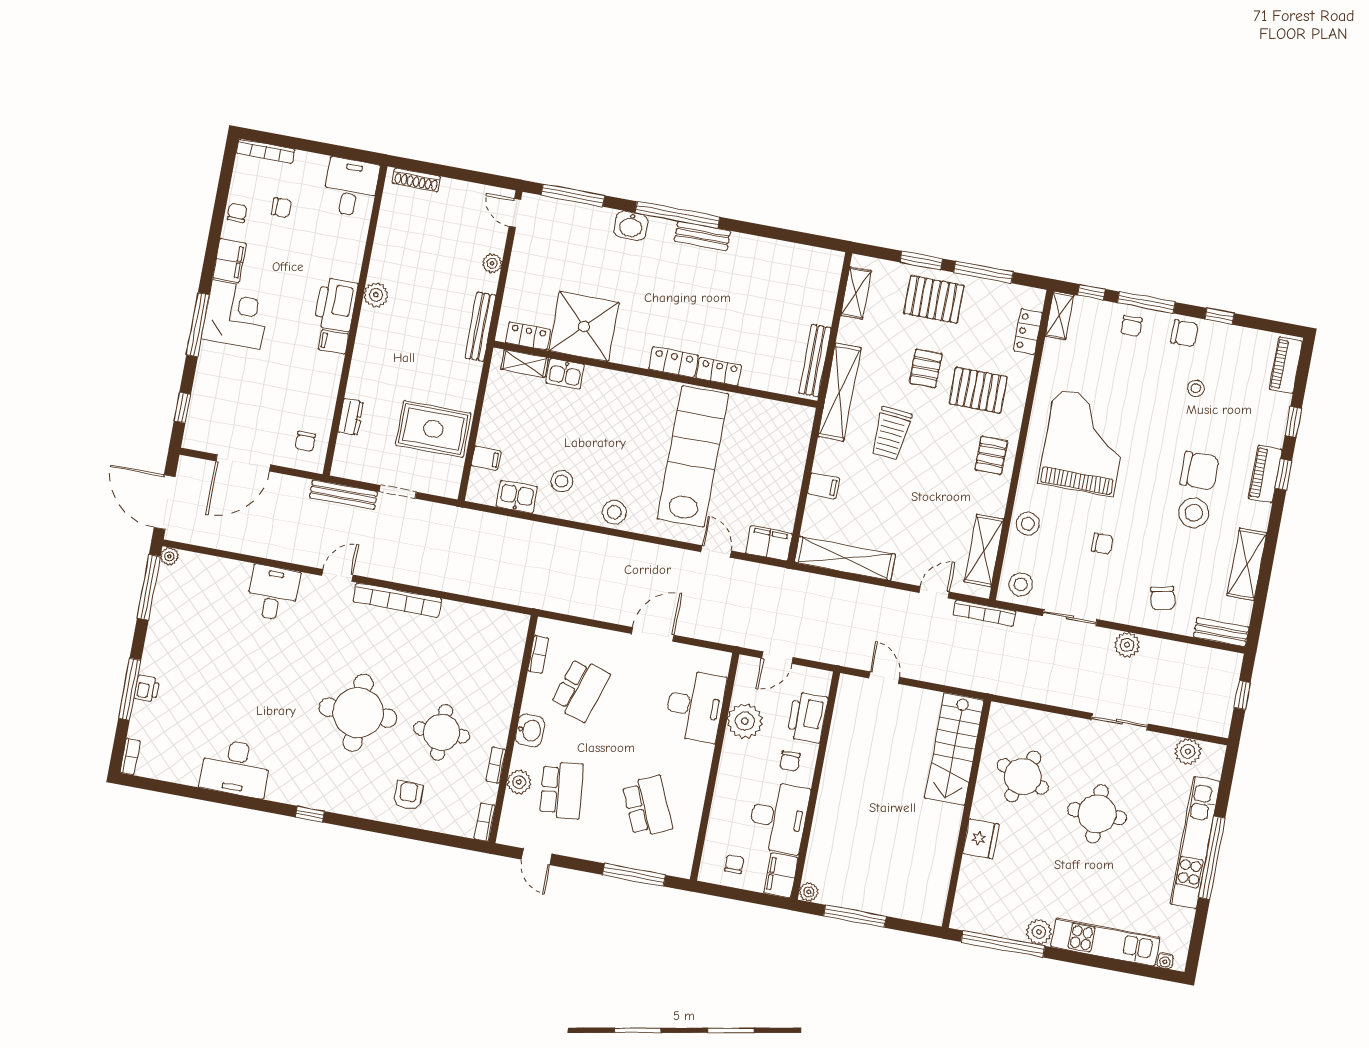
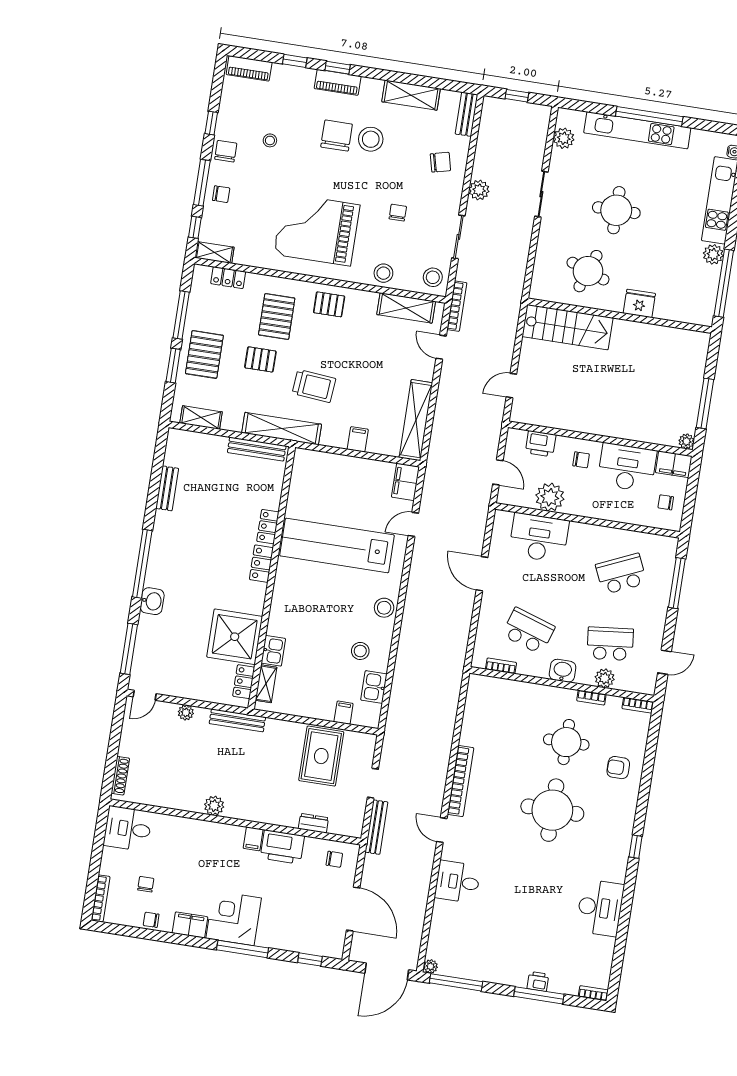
bench: (702, 236) -> (167, 488), moved
printer: (336, 304) -> (282, 847), moved
printer: (807, 717) -> (541, 444), width x0.73, depth x0.84

